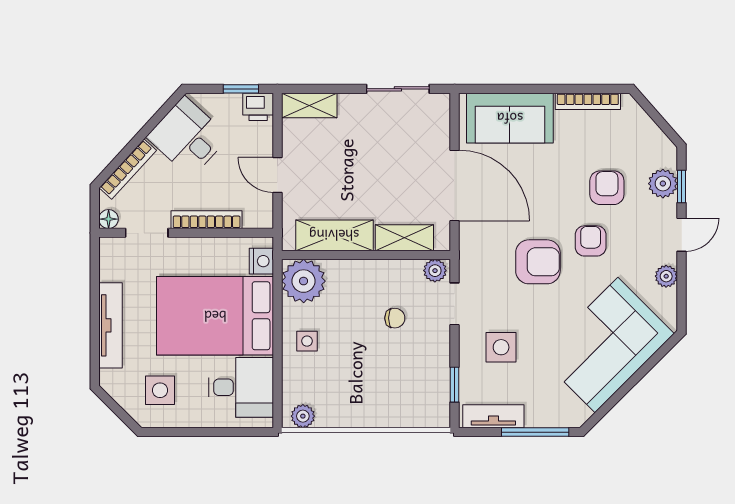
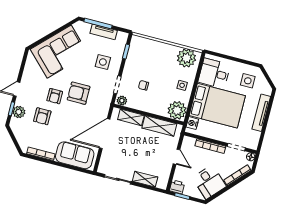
shelving: (309, 106) -> (145, 179), moved
door: (455, 185) -> (105, 134), hinge flipped
plant: (666, 276) -> (27, 74), removed
plant: (303, 416) -> (186, 58), width x1.87, depth x1.87
tv unit: (493, 416) -> (104, 32), moved

